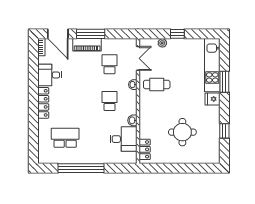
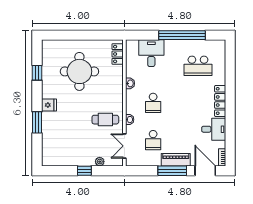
kitchen unit: (212, 65) -> (49, 139), removed
round table: (182, 132) -> (79, 71), width x1.36, depth x1.36
desk: (123, 139) -> (151, 53), moved, turned 90

